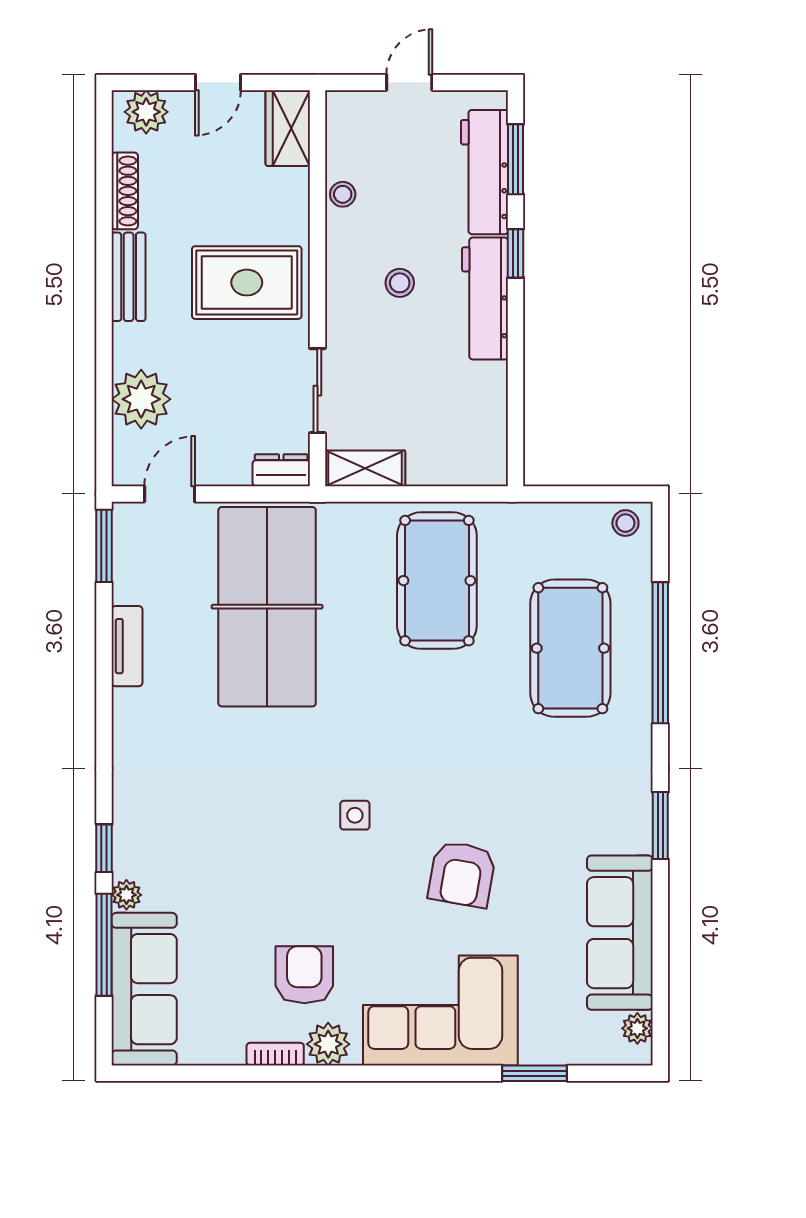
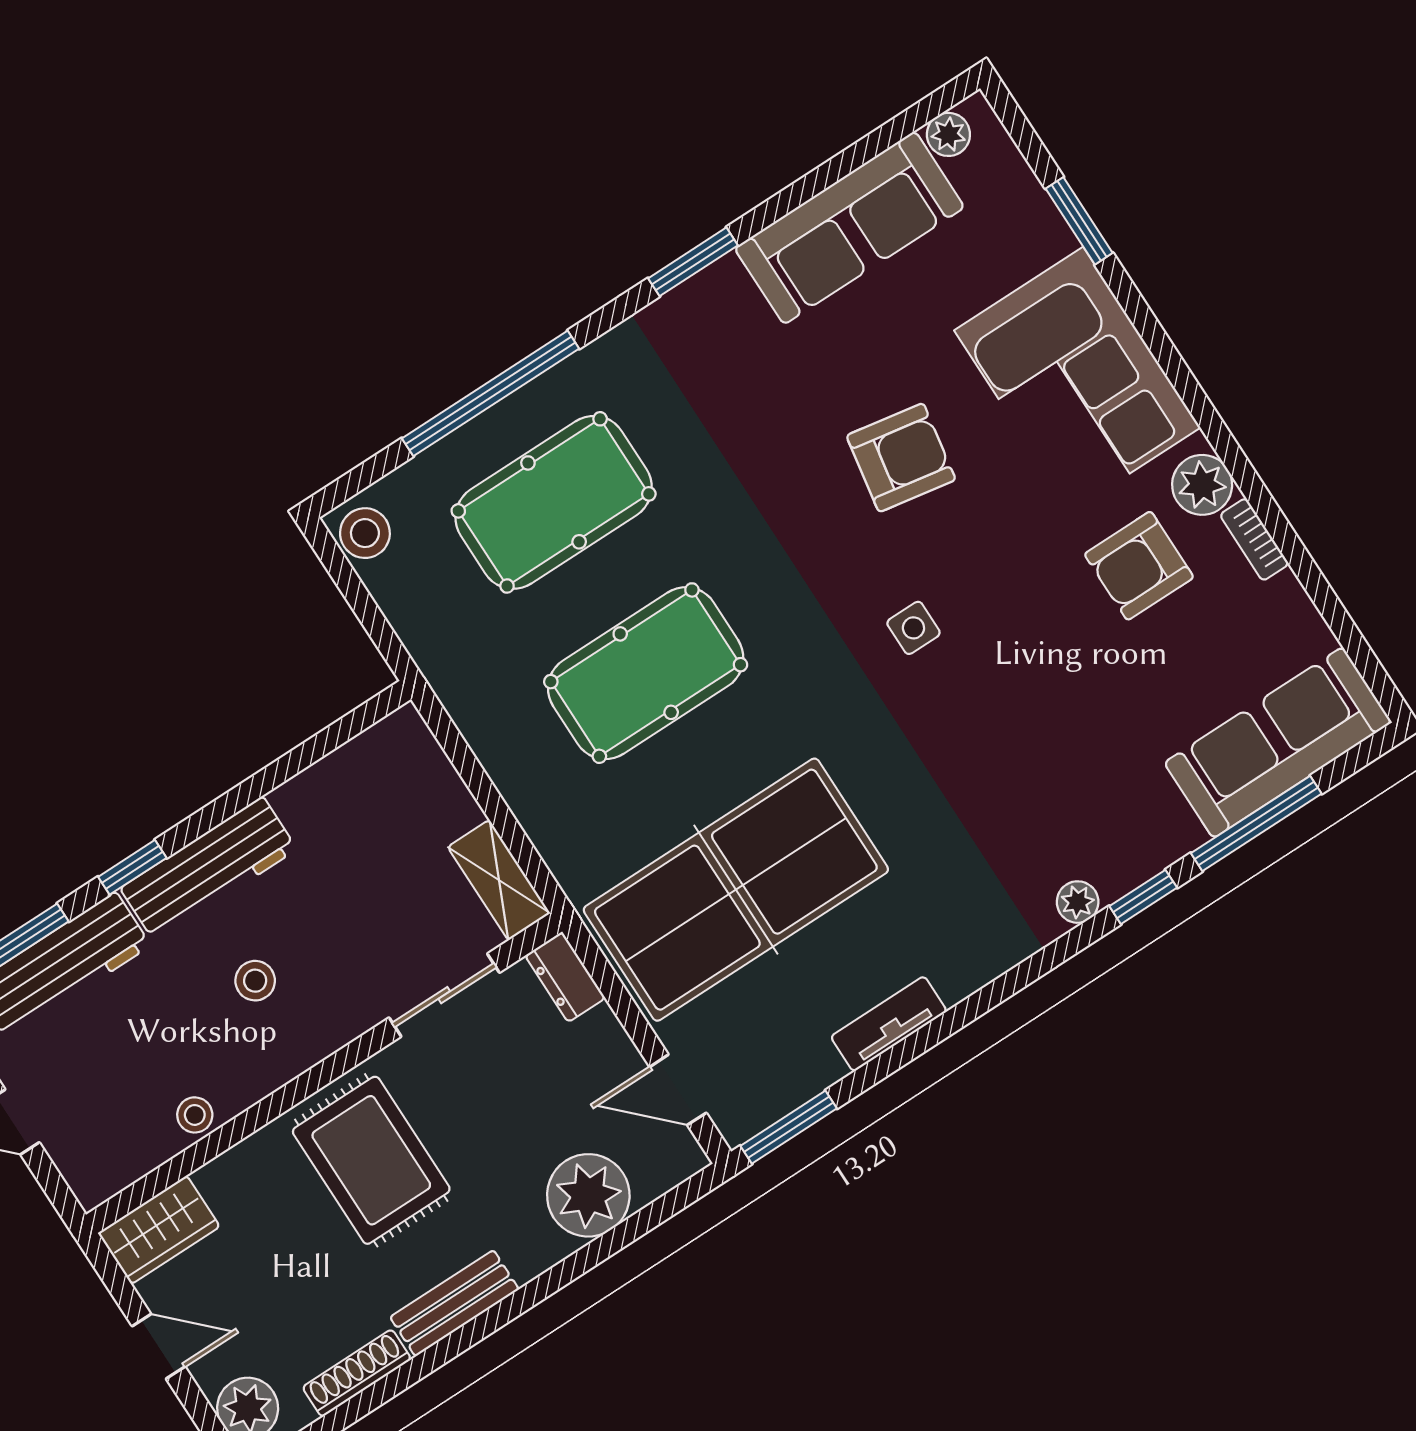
stool: (625, 523) -> (365, 533), width x1.37, depth x1.37
pool table: (437, 581) -> (646, 673), moved
plant: (126, 895) -> (1078, 902), moved

